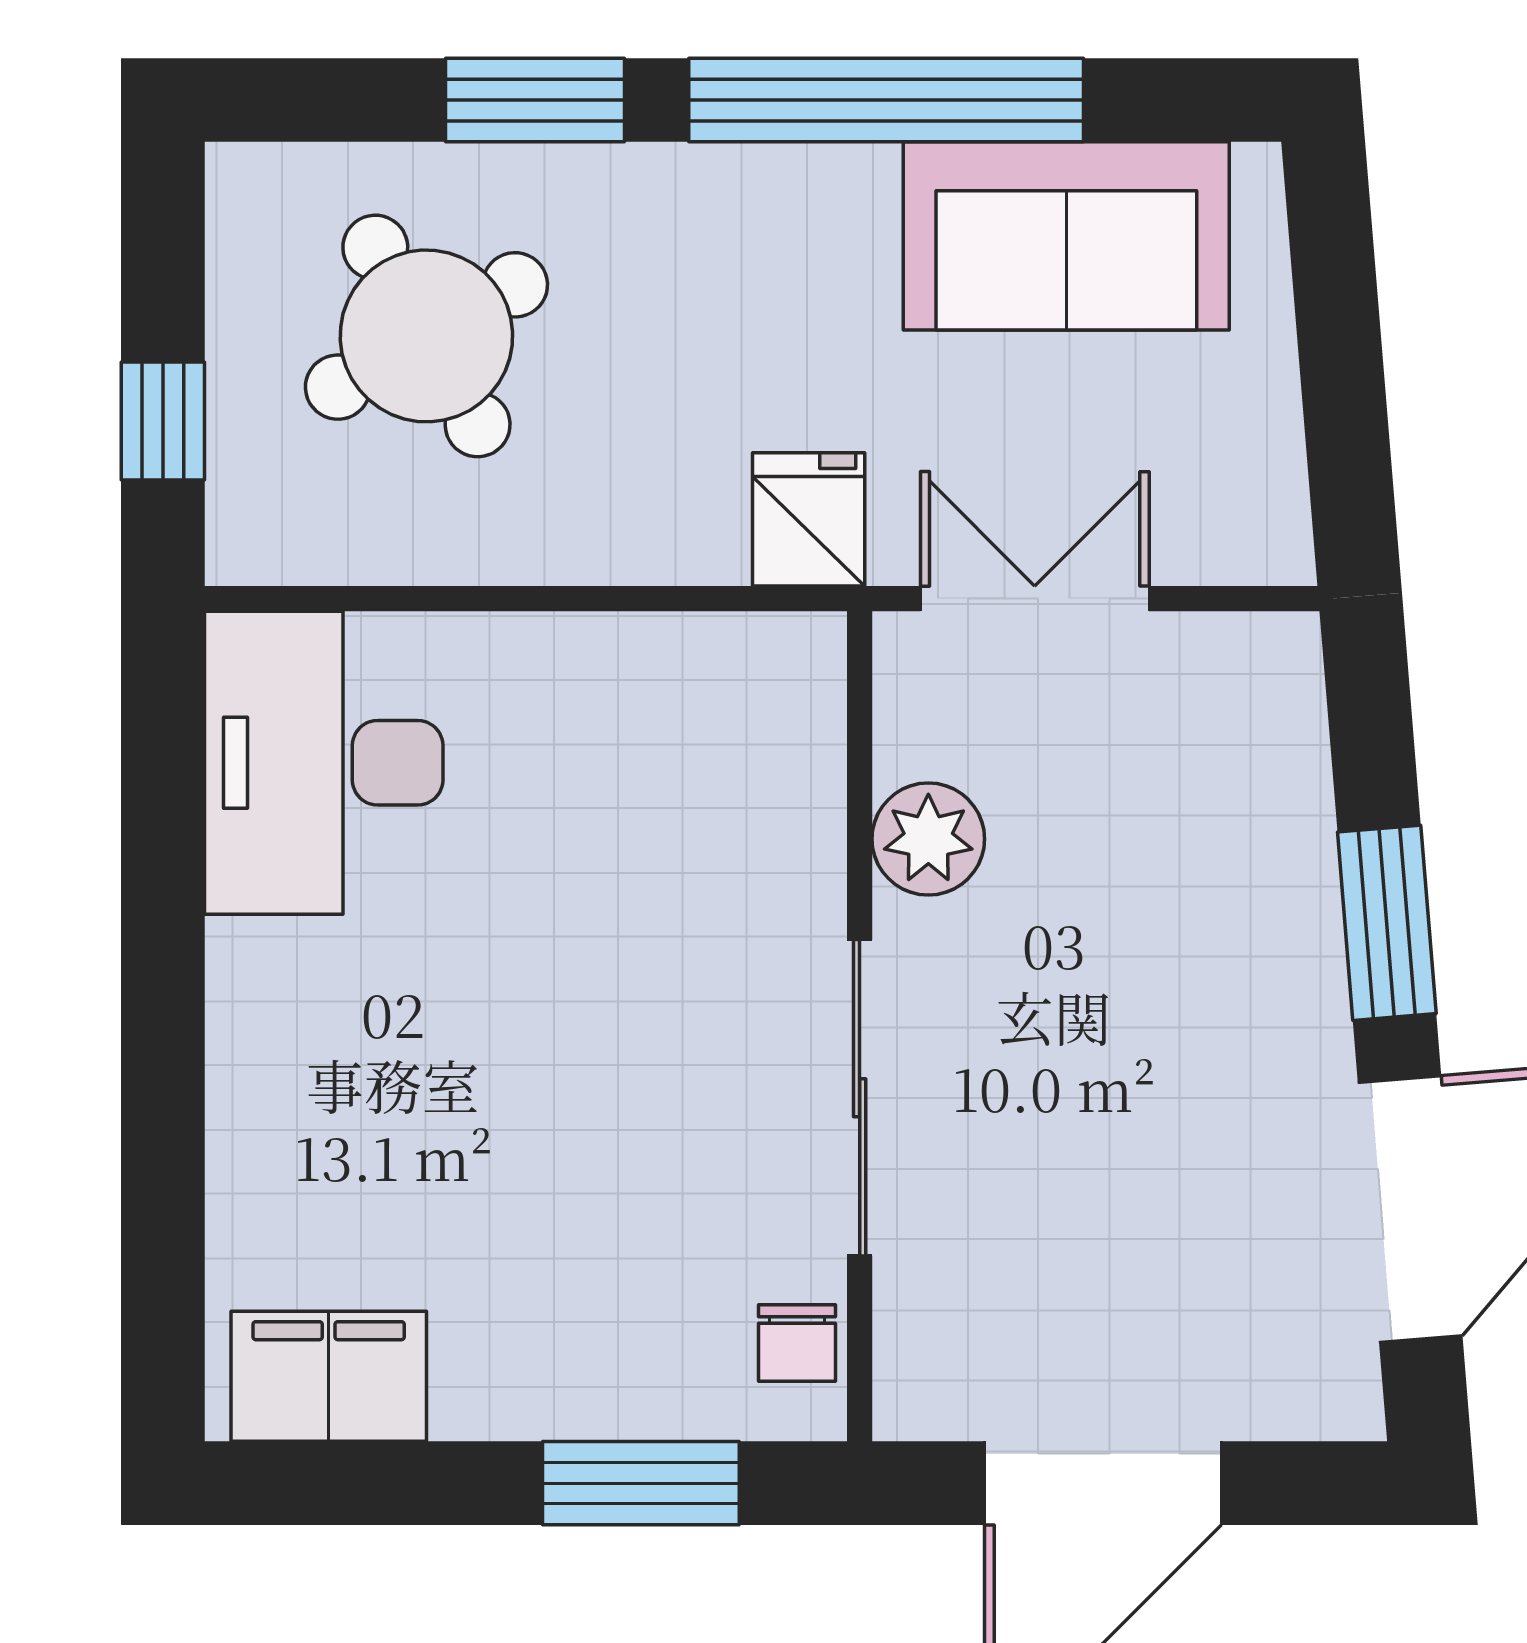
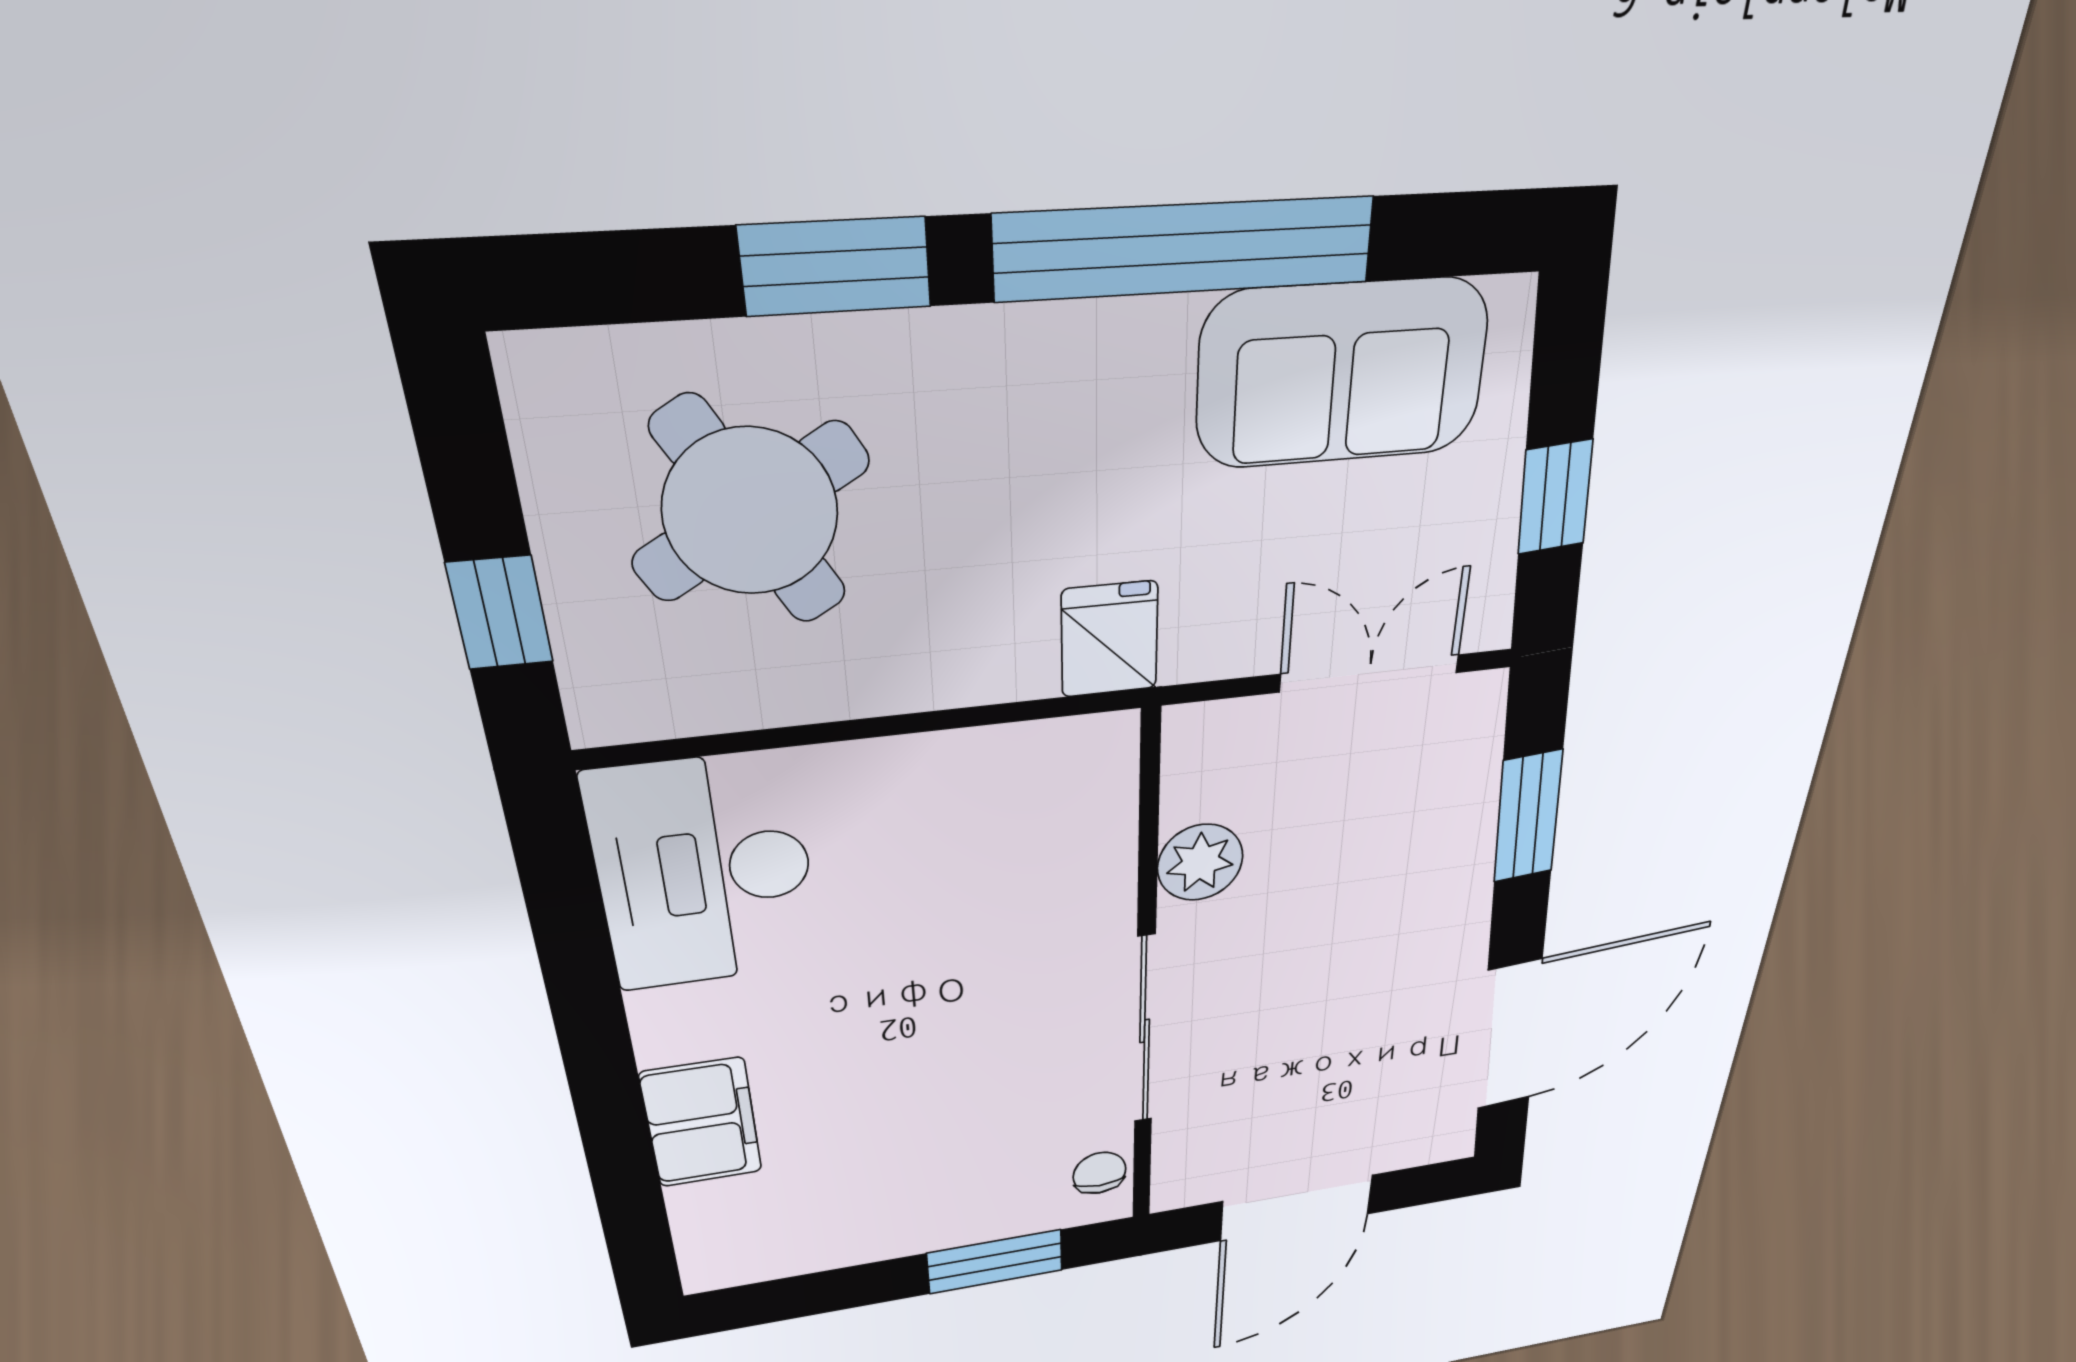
window: (1344, 396) -> (1555, 497), added
double door: (1035, 599) -> (1370, 673), moved
window: (1387, 923) -> (1528, 817), moved
chair: (797, 1343) -> (1100, 1173), turned 180
filing cabinet: (329, 1376) -> (702, 1123), moved, turned 90

